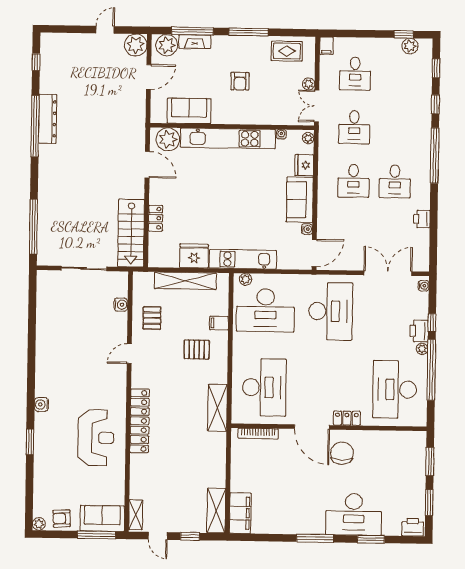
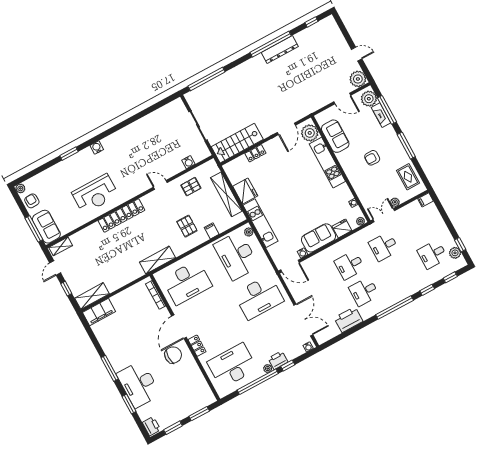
desk: (355, 74) -> (432, 254), moved
kitchen unit: (228, 138) -> (327, 163), width x0.73
printer: (422, 219) -> (348, 320), width x1.87, depth x1.48

